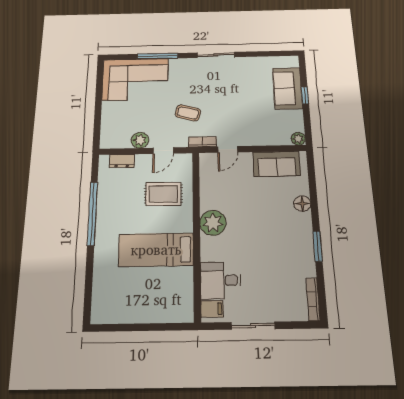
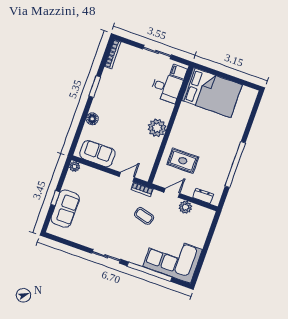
window: (158, 56) -> (150, 272), width x1.46
bed: (156, 250) -> (212, 93), moved, width x1.50

